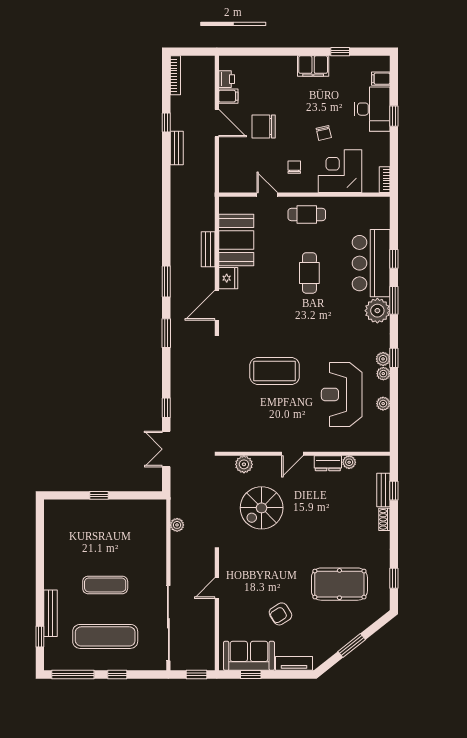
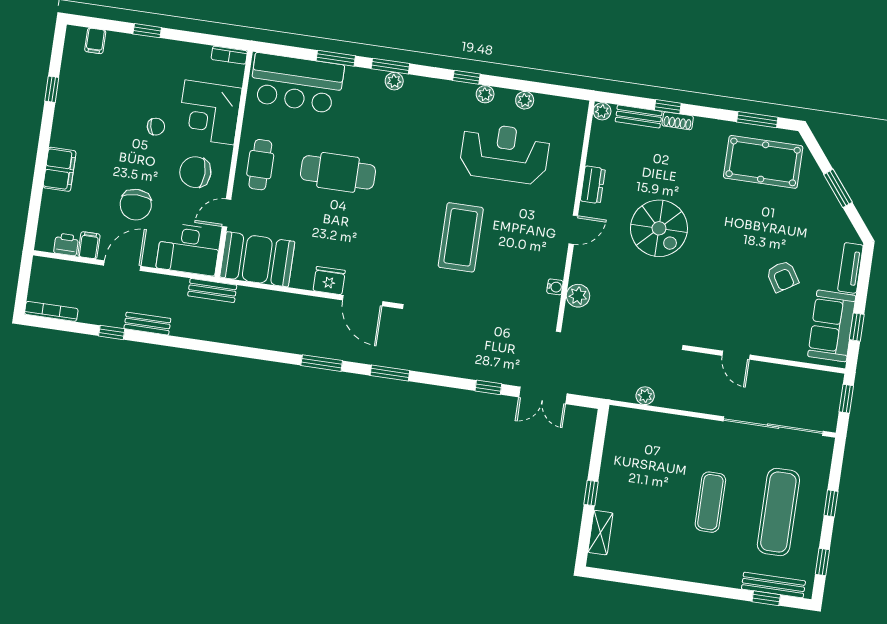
filing cabinet: (313, 66) -> (59, 169), moved
desk: (372, 109) -> (189, 249), moved, turned 180
chair: (294, 167) -> (195, 172), width x1.87, depth x1.87
booth: (236, 240) -> (257, 259), moved
bench: (208, 249) -> (212, 290), moved
window: (394, 259) -> (336, 58), width x1.50
bar counter: (371, 263) -> (297, 83), moved
cafe table: (309, 273) -> (338, 172), width x1.37, depth x1.35
plant: (377, 311) -> (394, 81), width x0.53, depth x0.53
plant: (383, 359) -> (466, 92), removed
reception desk: (342, 394) -> (505, 153), turned 180
water cooler: (248, 446) -> (555, 287), added
door: (292, 454) -> (573, 230), hinge flipped
plant: (349, 462) -> (602, 111), moved
window: (394, 491) -> (668, 107), moved
shelving: (71, 507) -> (600, 533), added
spiral stairs: (262, 508) -> (659, 228), moved
window: (394, 578) -> (757, 120), width x1.50
pool table: (339, 584) -> (763, 162), moved, turned 90
bench: (50, 613) -> (773, 585), moved
window: (73, 674) -> (822, 562), width x0.46

